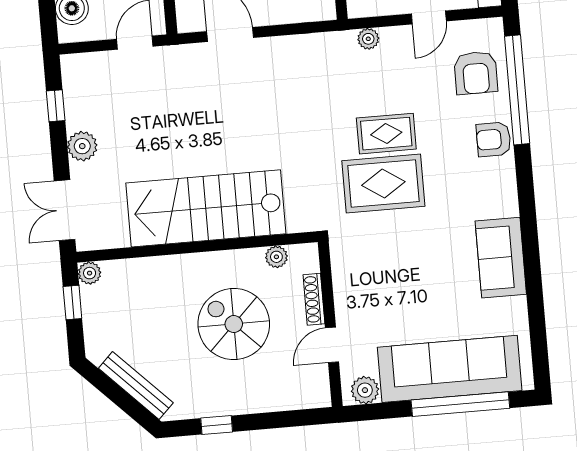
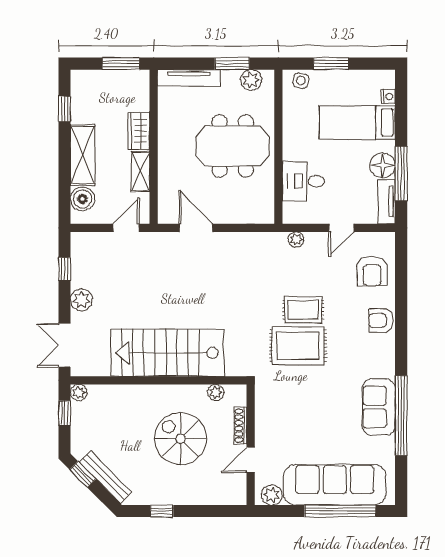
window: (517, 90) -> (401, 416), moved
window: (104, 384) -> (83, 474), added

